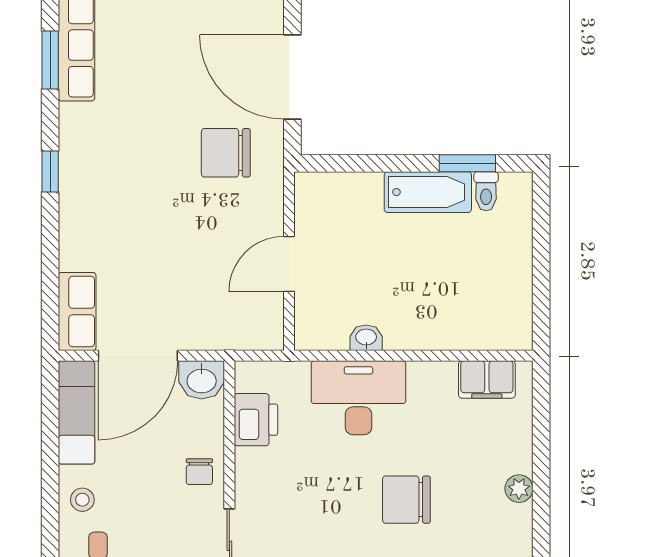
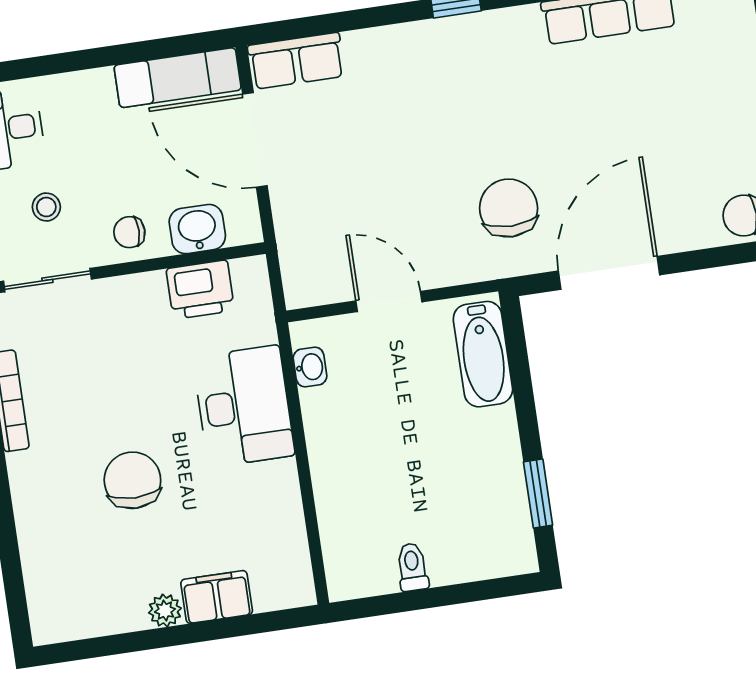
toilet: (486, 191) -> (412, 567), moved, turned 90
bathtub: (428, 192) -> (483, 354), moved
washbasin: (366, 338) -> (310, 367), moved
filing cabinet: (487, 379) -> (217, 597), moved, turned 90
washbasin: (202, 380) -> (197, 229), moved, turned 90
stool: (82, 500) -> (46, 207), moved

